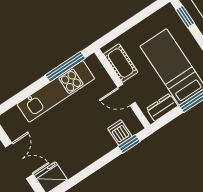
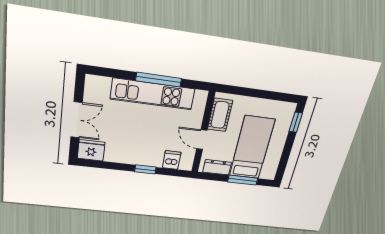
window: (65, 67) -> (159, 80), moved
window: (129, 144) -> (145, 169), moved

